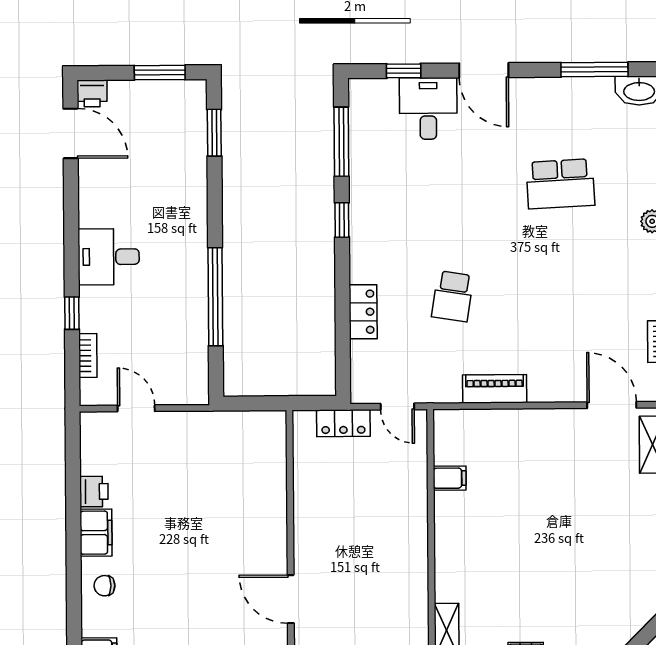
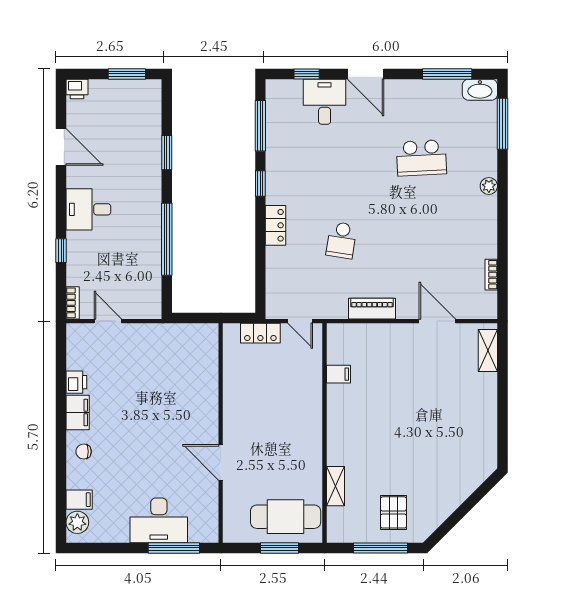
door: (71, 133) -> (61, 147), moved
window: (214, 133) -> (167, 153), moved
locker: (363, 312) -> (276, 225), moved
bookcase: (88, 356) -> (73, 303), moved
door: (612, 405) -> (437, 321), moved

